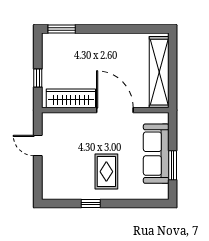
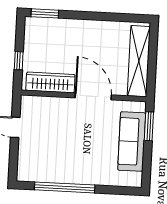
window: (173, 165) -> (149, 126), moved
rug: (106, 172) -> (82, 157), removed
window: (91, 204) -> (65, 187), width x3.17

